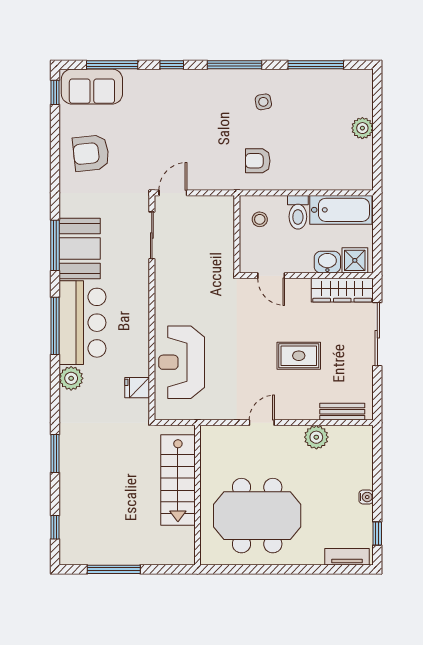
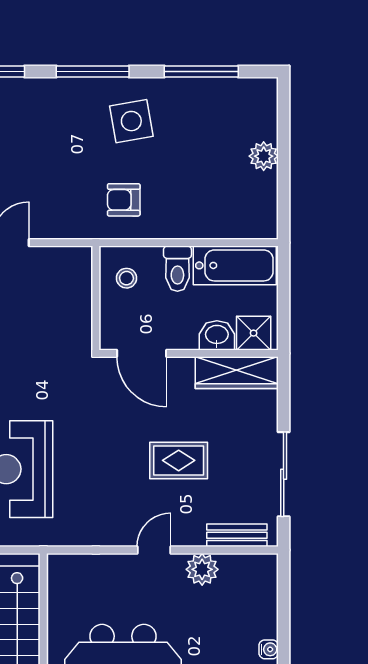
side table: (263, 102) -> (131, 121), width x1.87, depth x1.87
door: (271, 276) -> (142, 353), width x1.38
sliding door: (377, 334) -> (284, 474), moved
door: (262, 423) -> (154, 550), moved

